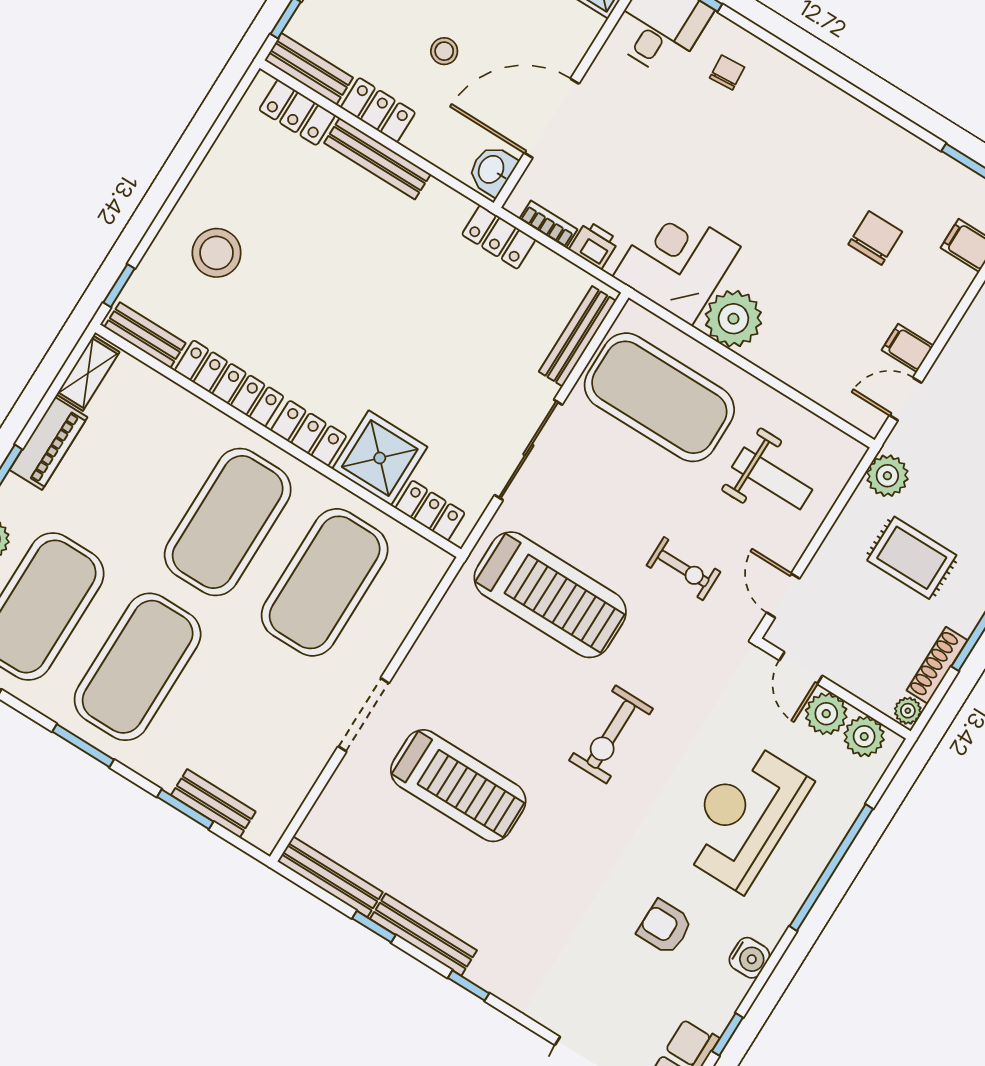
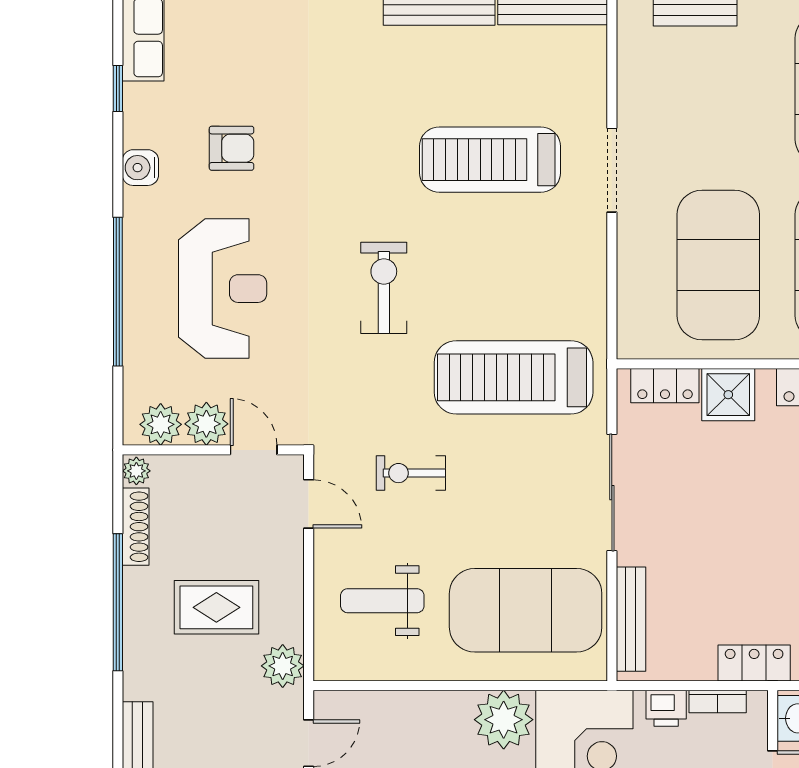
shower: (380, 458) -> (728, 395), width x0.73, depth x0.73

